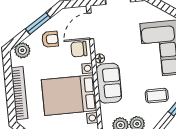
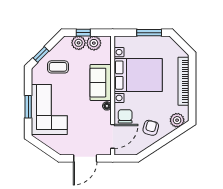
window: (38, 23) -> (160, 143), removed
armchair: (50, 39) -> (151, 128), turned 105
chair: (79, 49) -> (125, 116), turned -90

